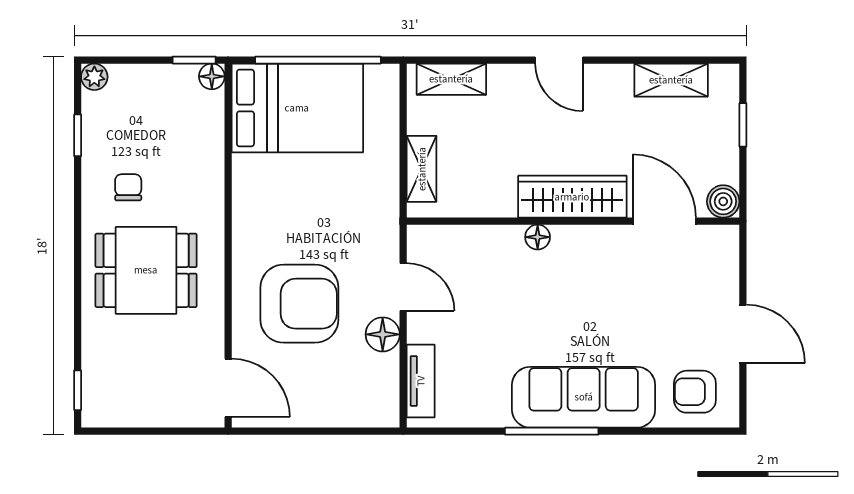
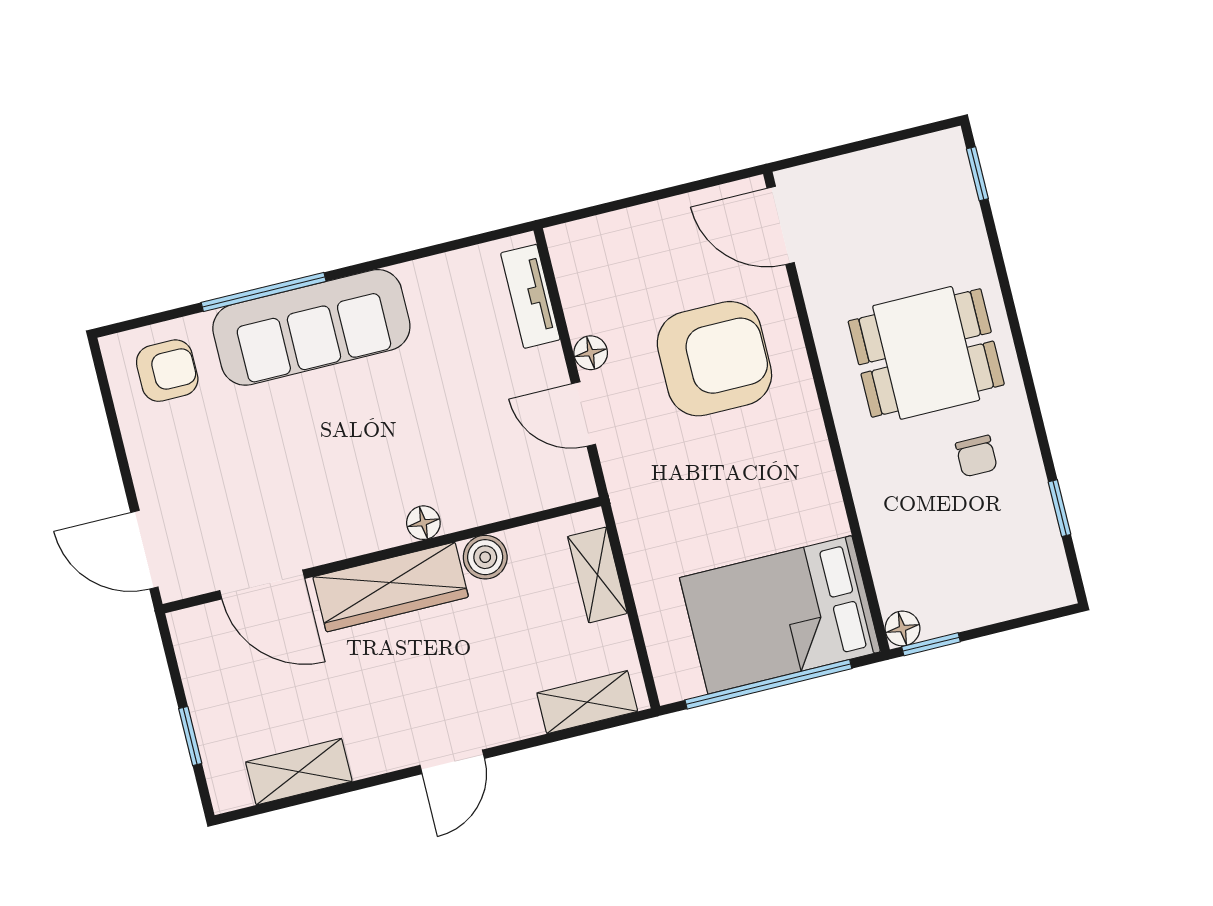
door: (559, 60) -> (452, 762), swing flipped
plant: (94, 77) -> (1056, 590), removed
boiler: (723, 201) -> (485, 557), moved
armchair: (299, 304) -> (714, 359), turned 180
floor lamp: (383, 334) -> (591, 353), width x0.73, depth x0.73
door: (743, 334) -> (144, 550), moved
window: (552, 431) -> (264, 292), moved

